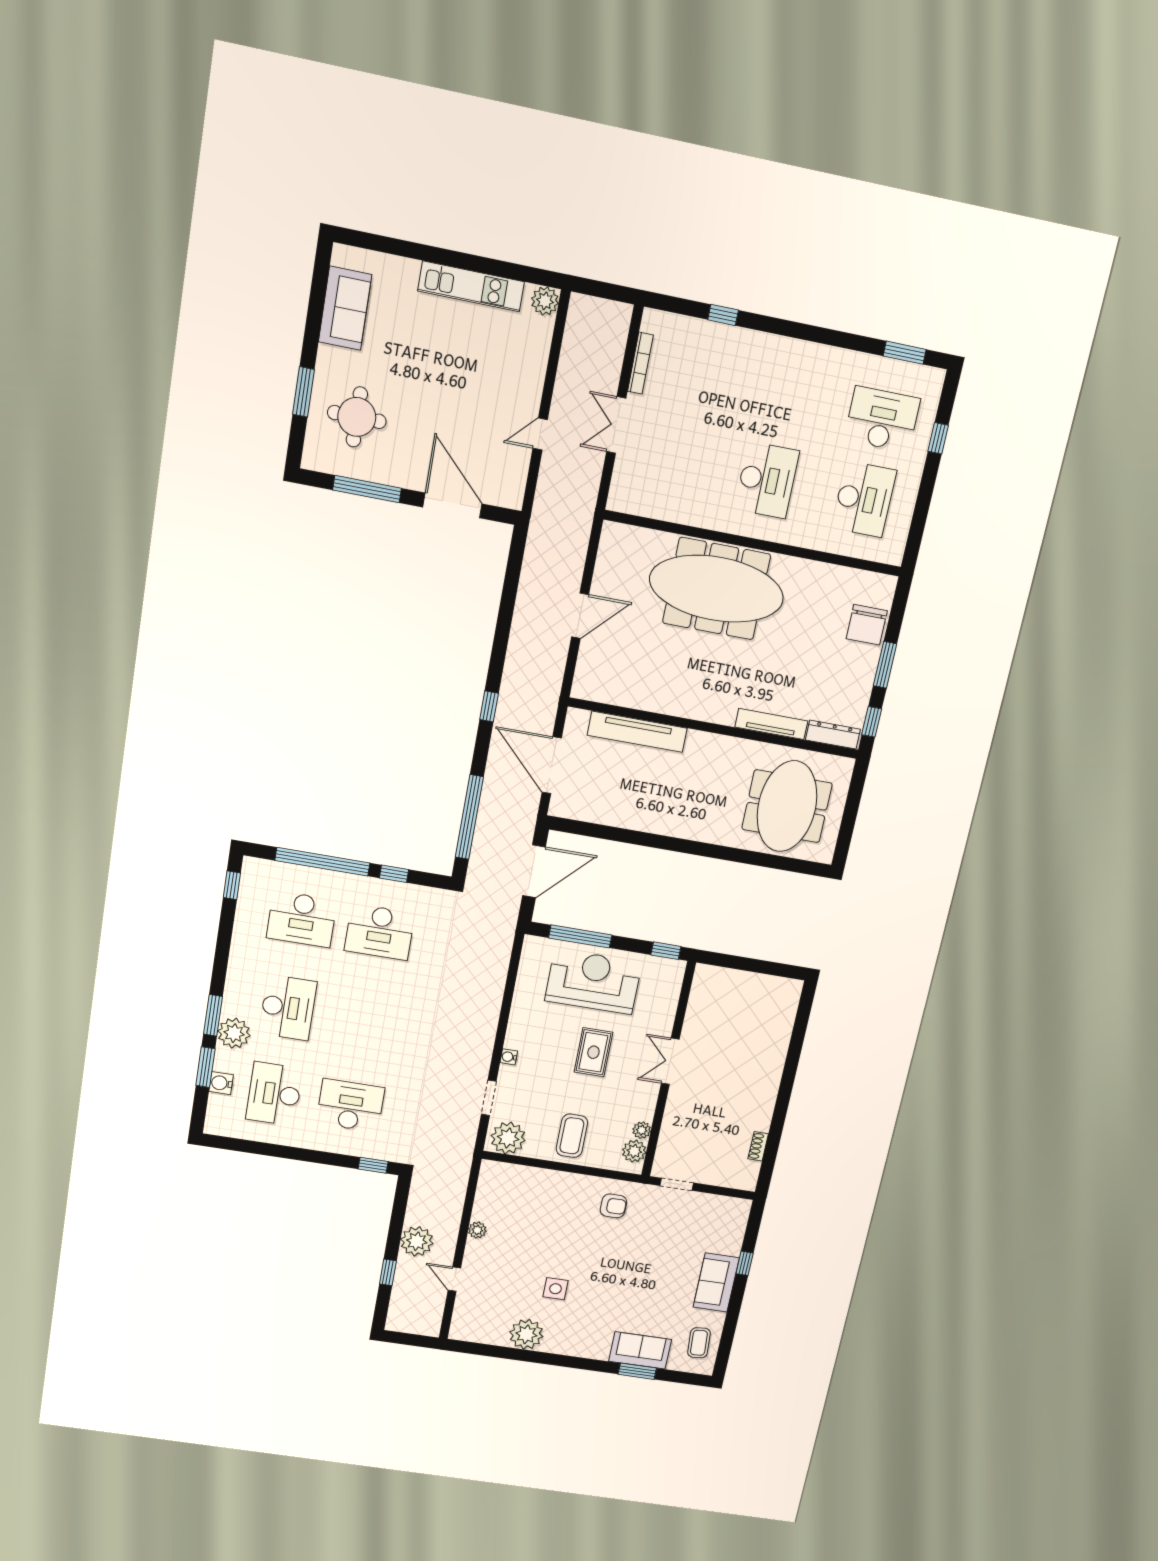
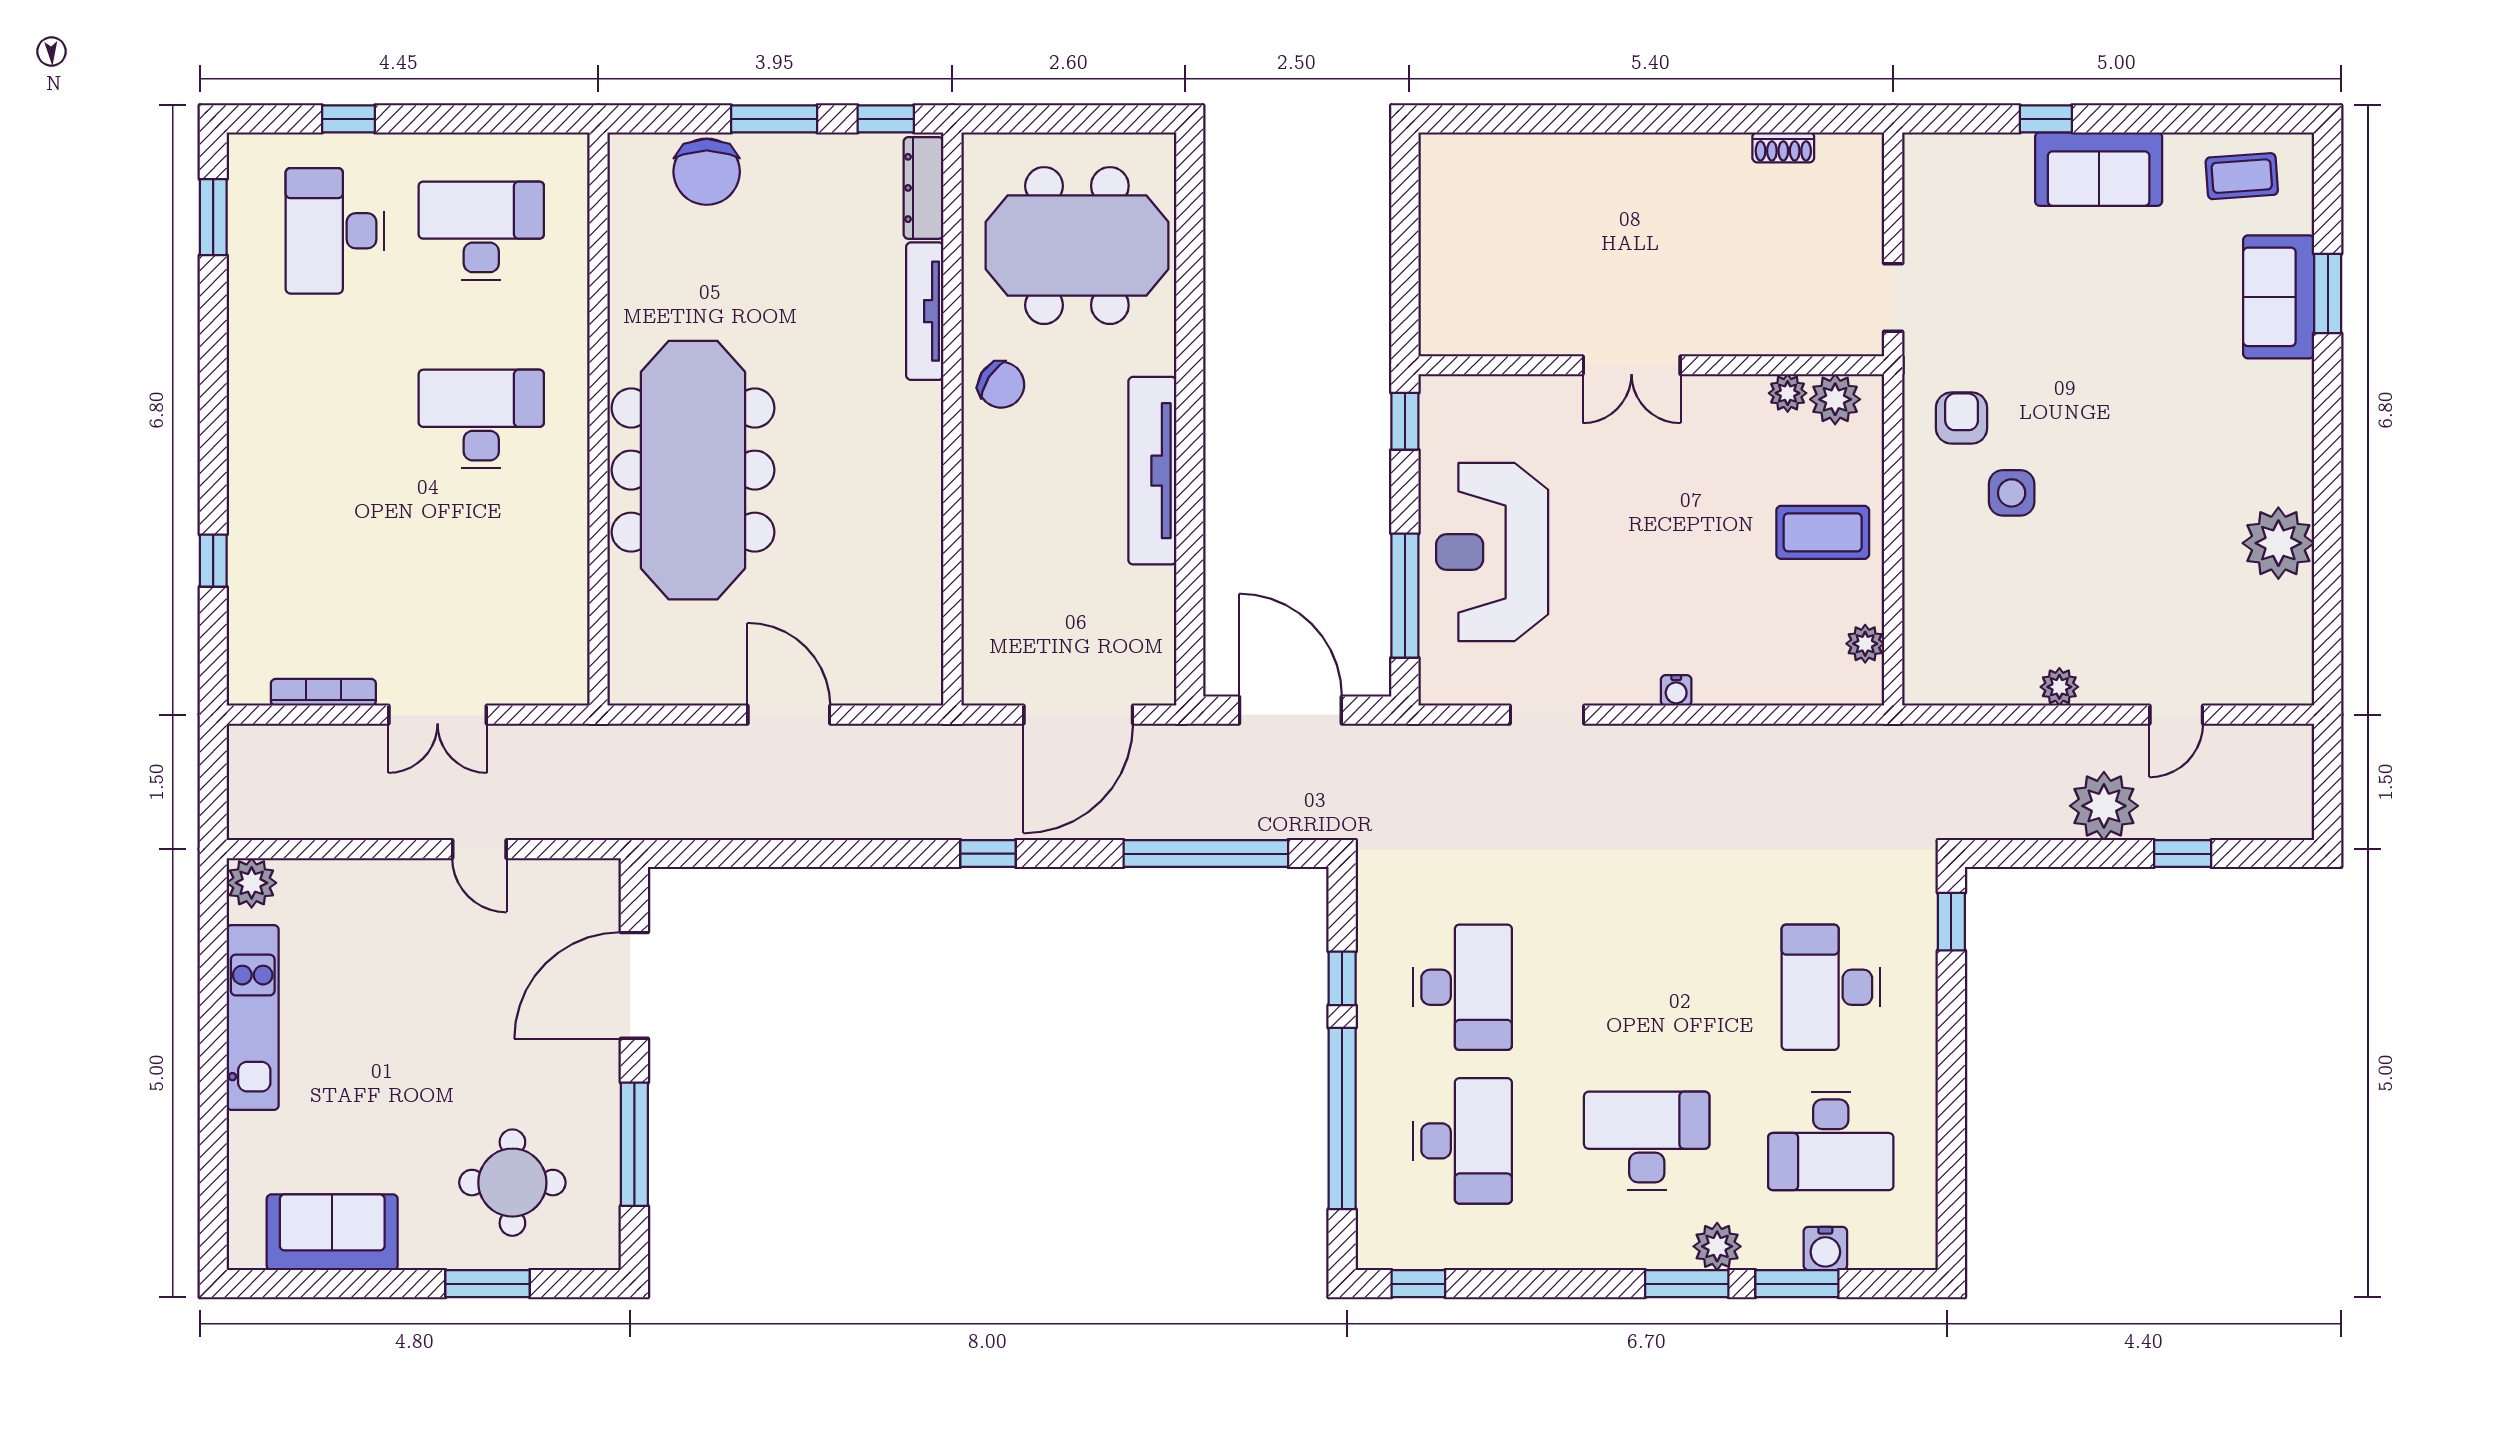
chair: (867, 625) -> (707, 172), turned 90
tv unit: (637, 732) -> (1152, 471), moved, turned 180
chair: (726, 756) -> (1001, 385), added
plant: (234, 1033) -> (1717, 1246), width x0.73, depth x0.73
rug: (593, 1052) -> (1638, 523), removed
doorway: (489, 1098) -> (1547, 715), moved
plant: (508, 1138) -> (1865, 644), width x0.53, depth x0.53
side table: (556, 1289) -> (2012, 493), moved

